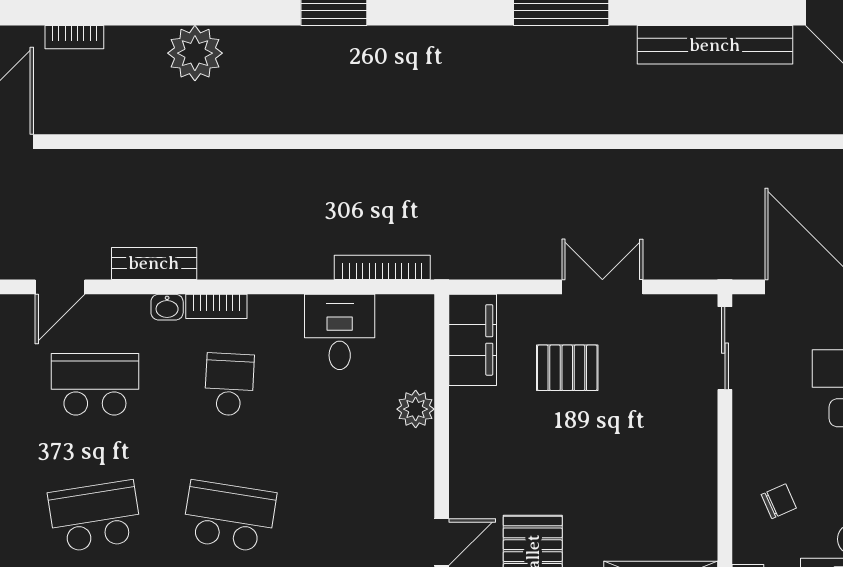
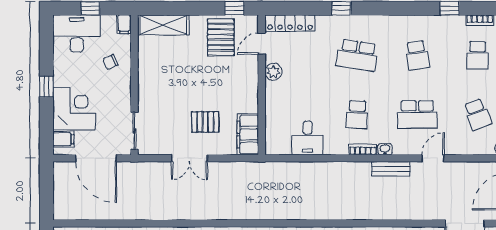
bookcase: (382, 267) -> (288, 167), removed
plant: (416, 409) -> (273, 72), moved
school desk: (95, 516) -> (417, 55), width x0.54

